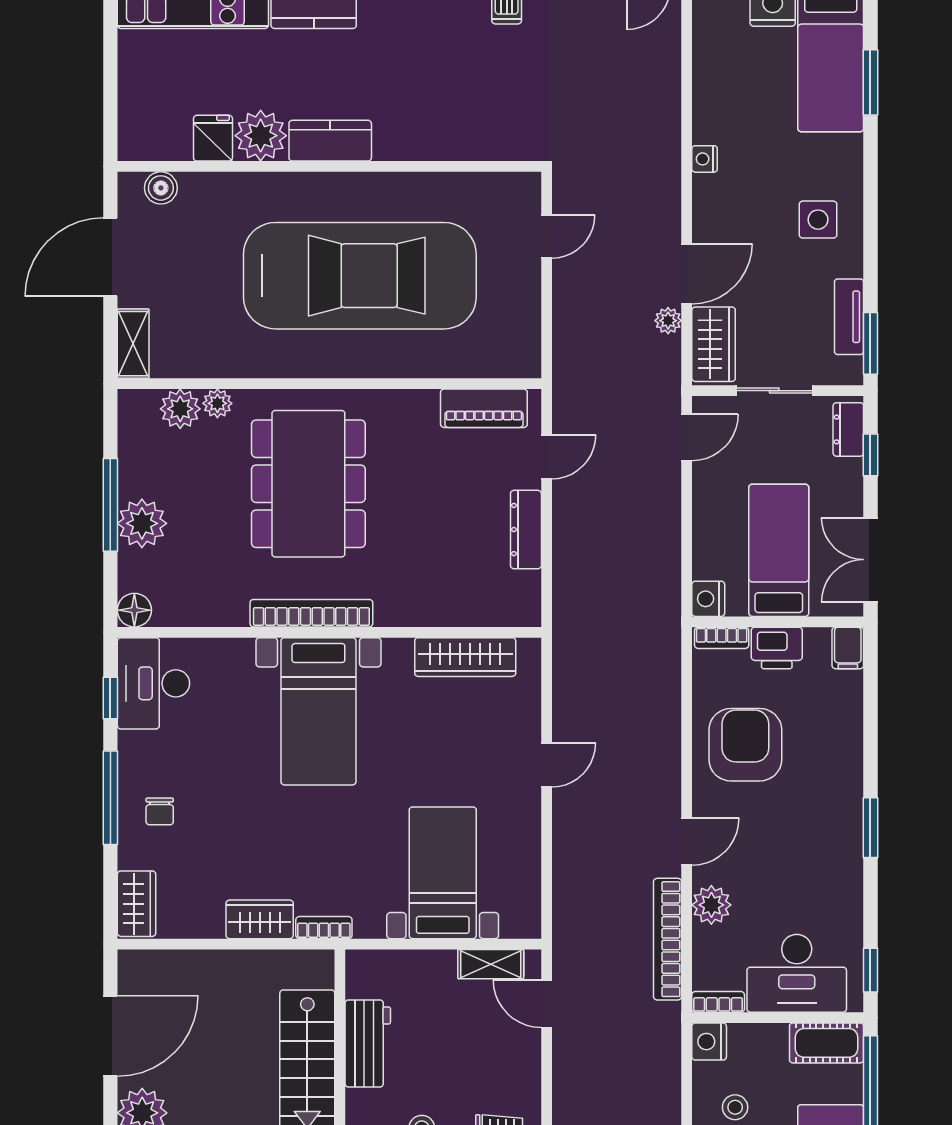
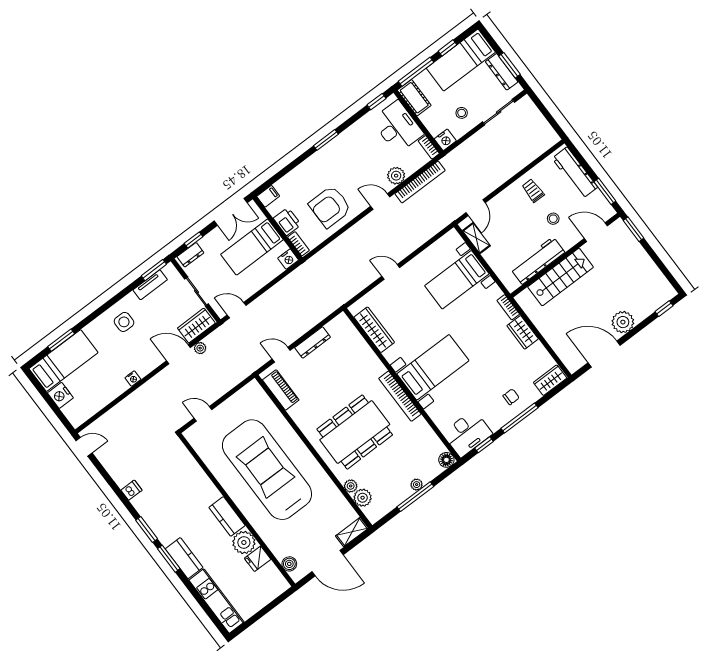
plant: (142, 523) -> (417, 485), width x0.53, depth x0.53
workbench: (368, 1043) -> (538, 261), width x1.38

